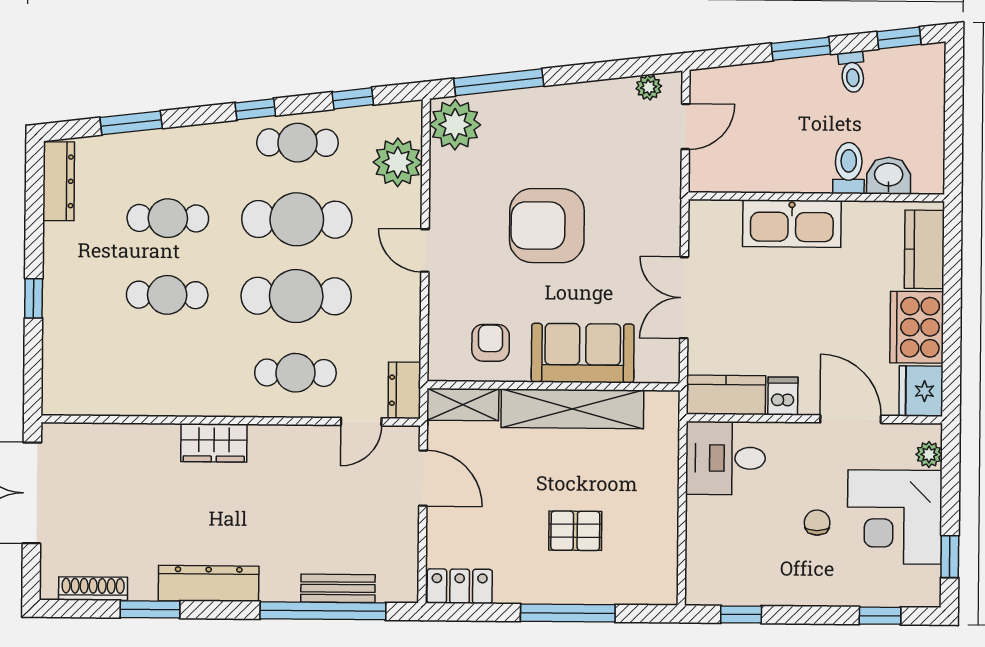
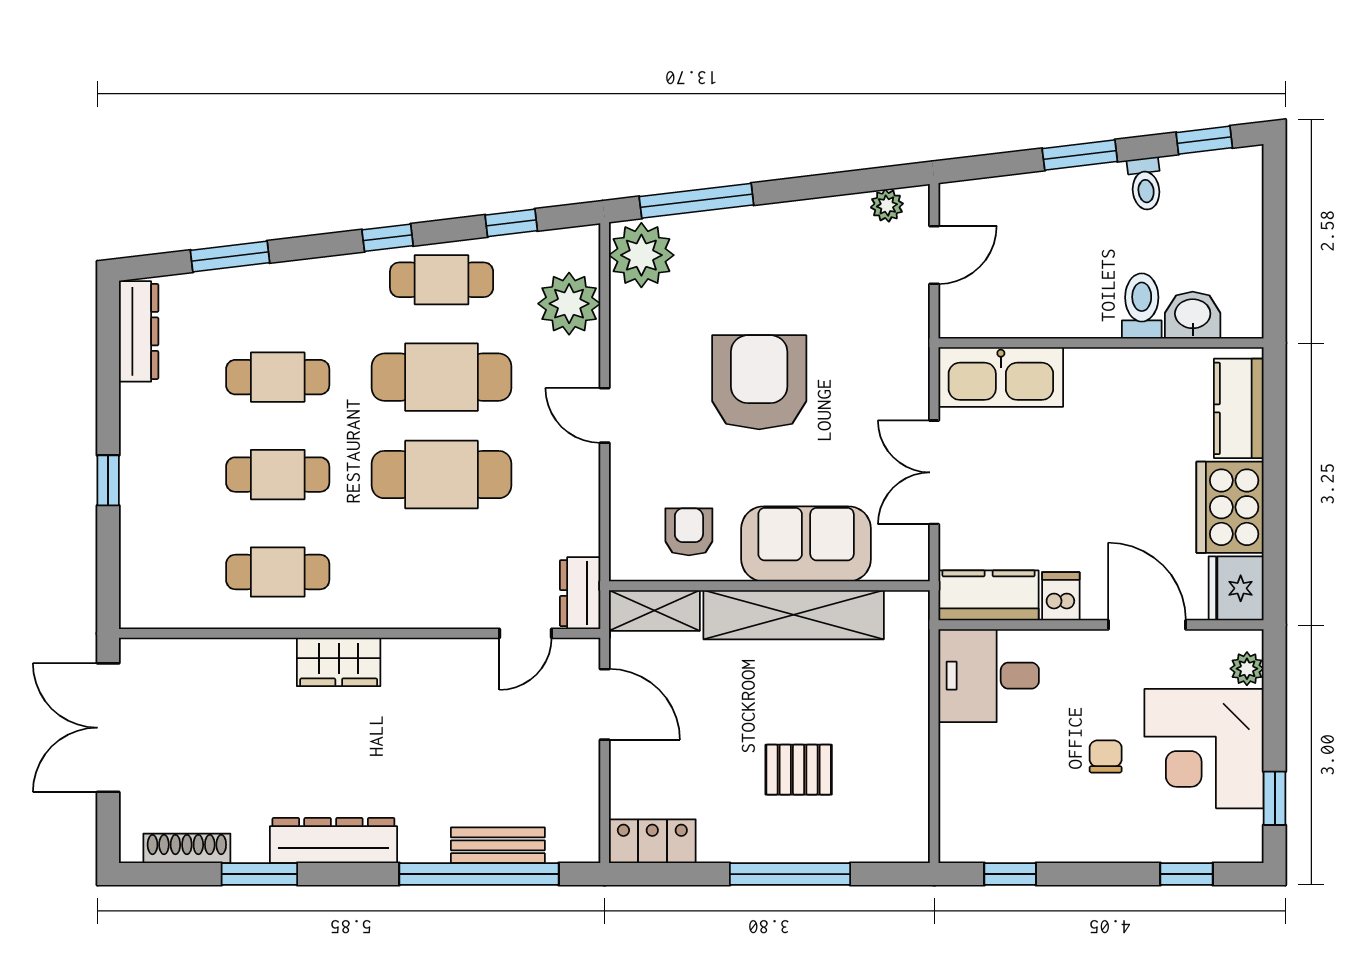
kitchen sink: (792, 224) -> (1001, 377), moved
armchair: (547, 226) -> (759, 382), turned 90
cafe table: (295, 373) -> (278, 572), moved

